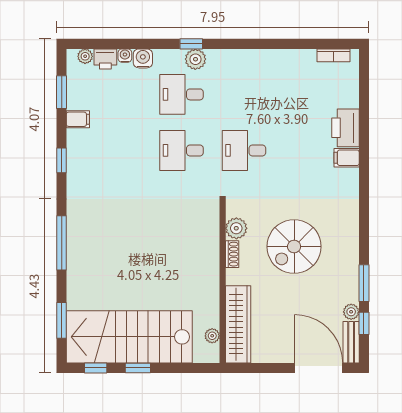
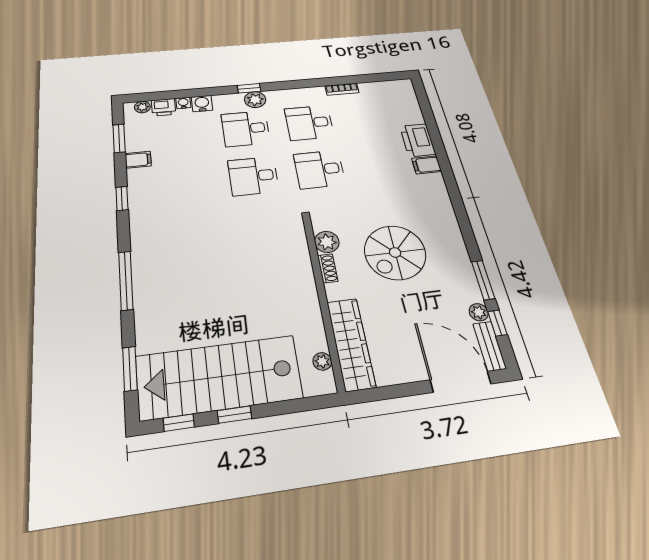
bookcase: (333, 55) -> (342, 89), moved
desk: (244, 94) -> (309, 123), added

